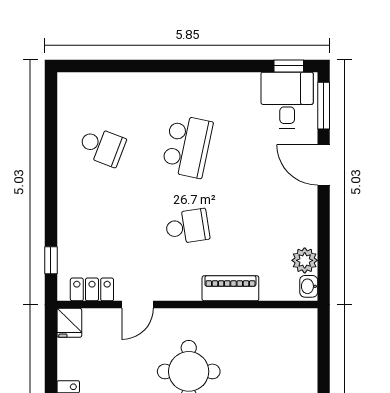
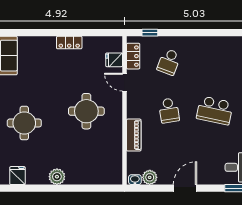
school desk: (102, 146) -> (169, 62), moved
door: (324, 165) -> (185, 188), moved
fridge: (69, 323) -> (114, 60), moved

